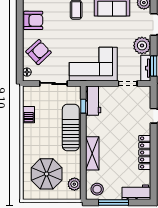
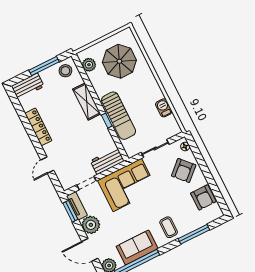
armchair: (33, 20) -> (203, 197), turned -90
workbench: (93, 101) -> (107, 161), moved, turned 90
window: (83, 106) -> (107, 121), moved

